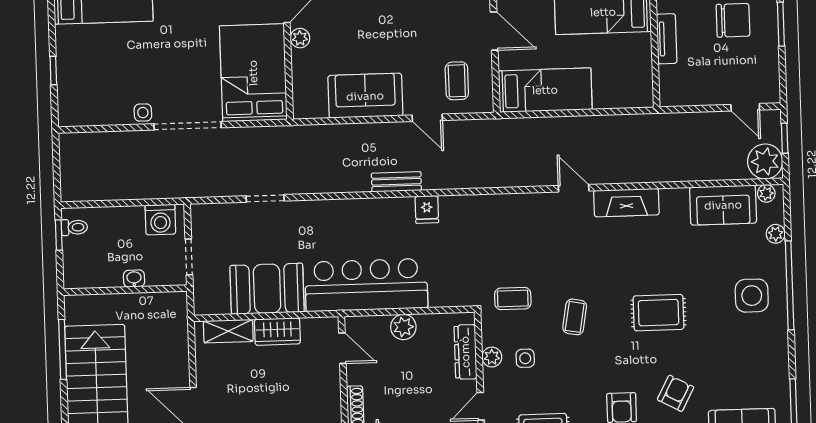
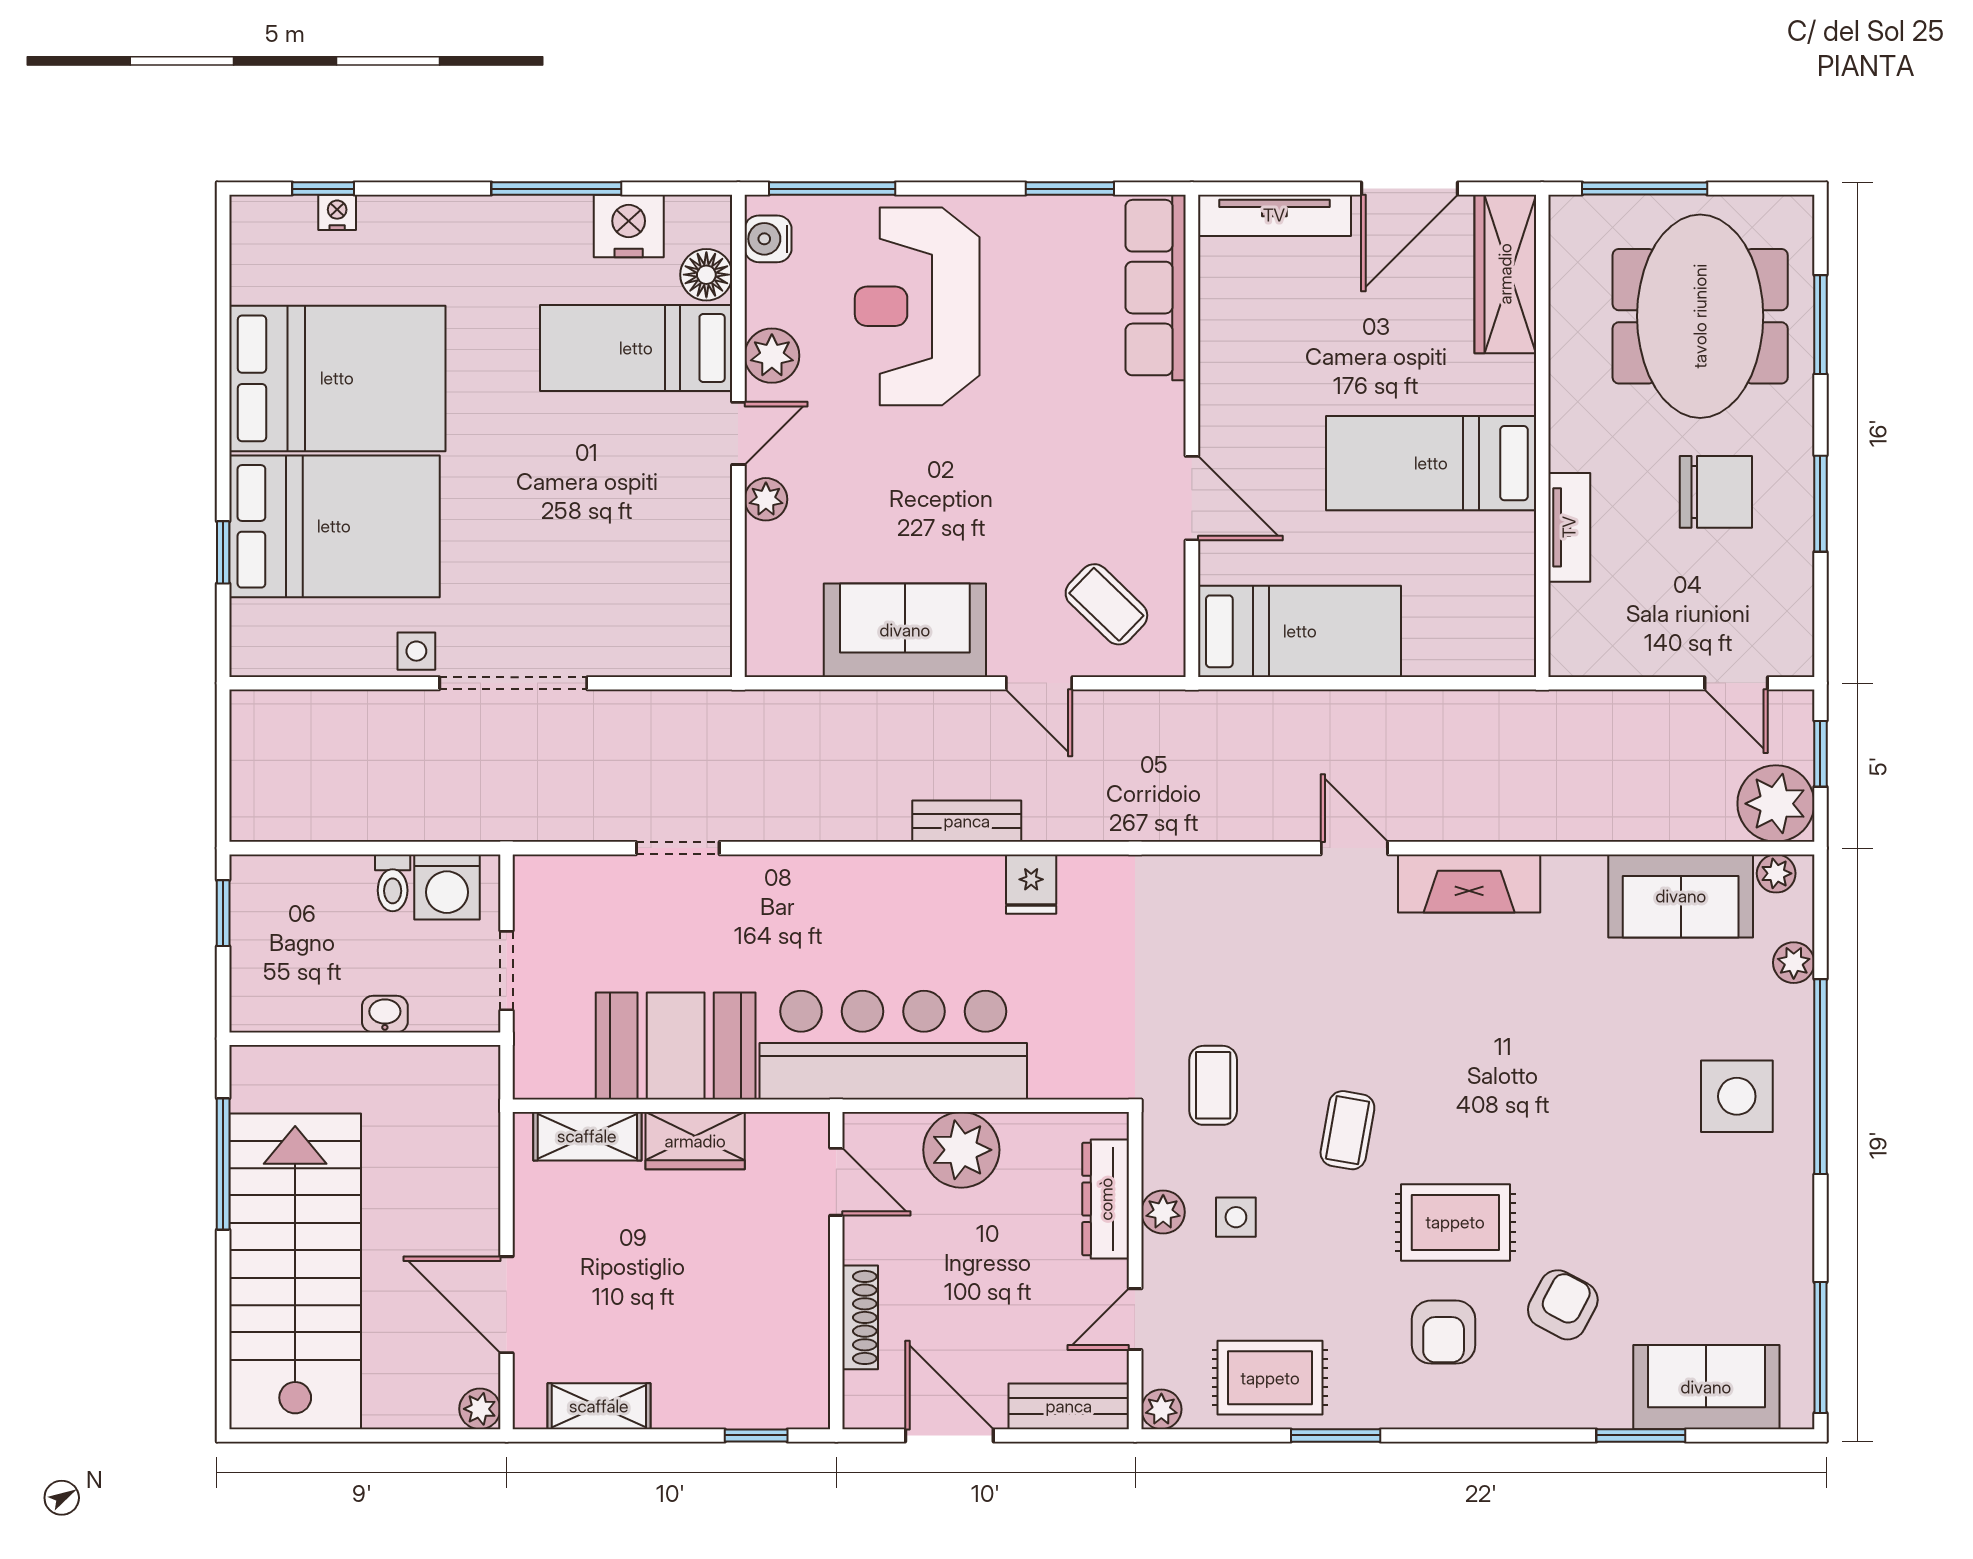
bed: (253, 73) -> (334, 526), moved, turned 90
coffee table: (457, 81) -> (1106, 604), turned -46
toilet: (74, 227) -> (393, 883), moved, turned 90
coffee table: (513, 298) -> (1213, 1085), turned 90
rug: (658, 313) -> (1455, 1222), moved
plant: (403, 327) -> (961, 1150), width x1.36, depth x1.36

